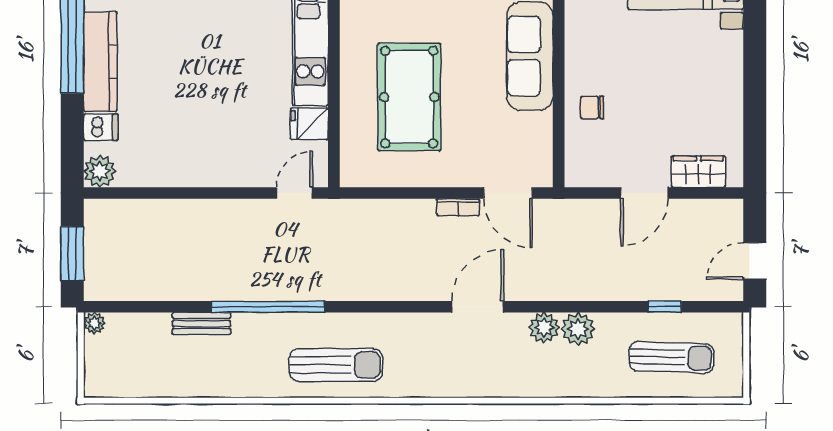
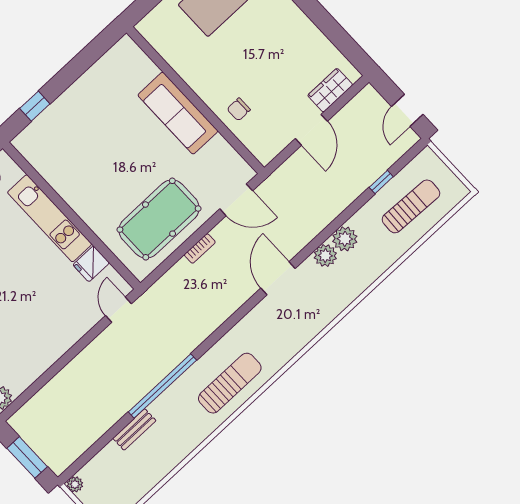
pool table: (409, 97) -> (159, 219), moved, turned 90
bookcase: (458, 207) -> (200, 248), moved

